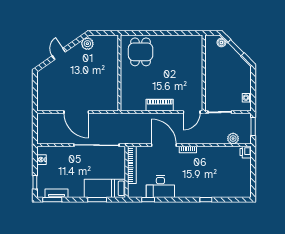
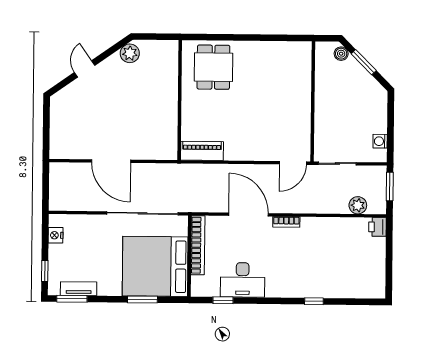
piano: (160, 105) -> (202, 151), moved
bed: (105, 188) -> (155, 266), width x2.04

